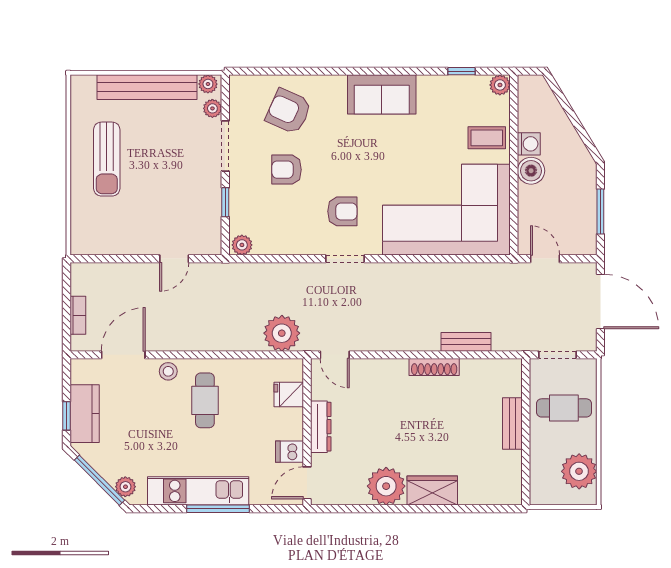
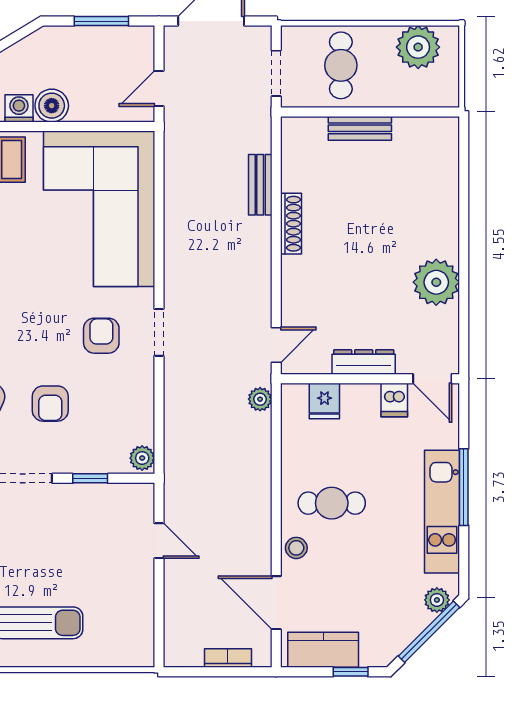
plant: (282, 333) -> (260, 399), width x0.53, depth x0.53
kitchen counter: (85, 414) -> (323, 650), moved
wardrobe: (432, 491) -> (442, 226), removed

